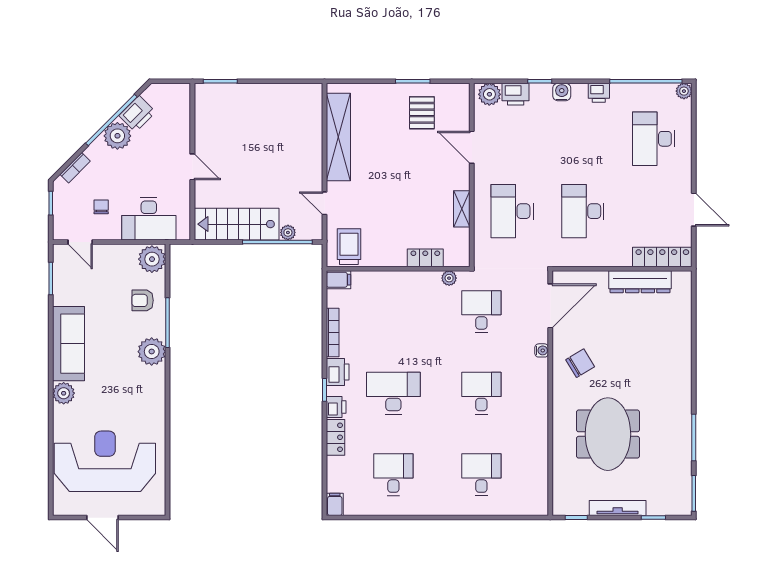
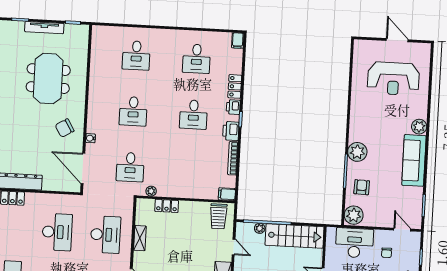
armchair: (143, 300) -> (362, 187), turned -88
door: (550, 306) -> (83, 168), hinge flipped
desk: (393, 393) -> (193, 114), width x0.73
reception desk: (105, 461) -> (393, 79), width x0.74, depth x0.77

